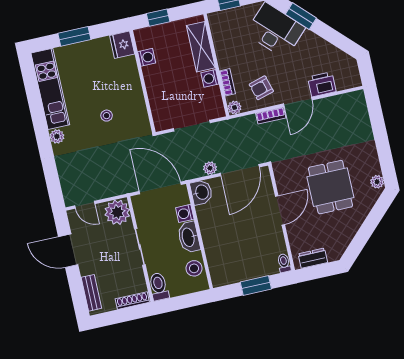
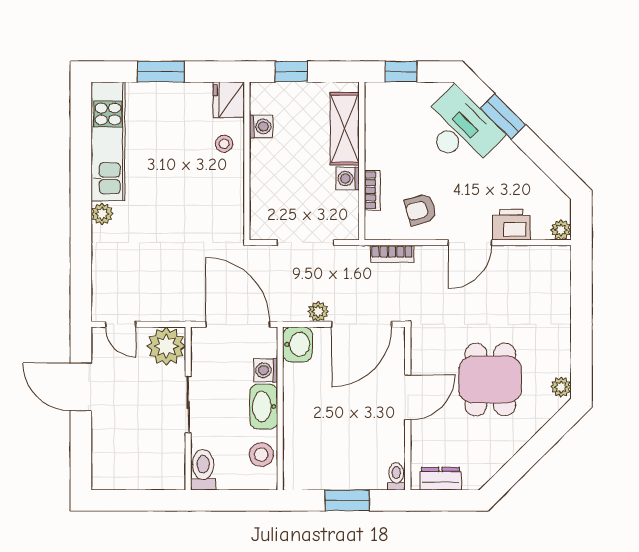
plant: (235, 108) -> (561, 230), moved
stool: (107, 116) -> (224, 144), moved
bookcase: (271, 116) -> (392, 254), moved
bench: (91, 293) -> (101, 457), removed
shoe rack: (132, 301) -> (159, 482), removed

